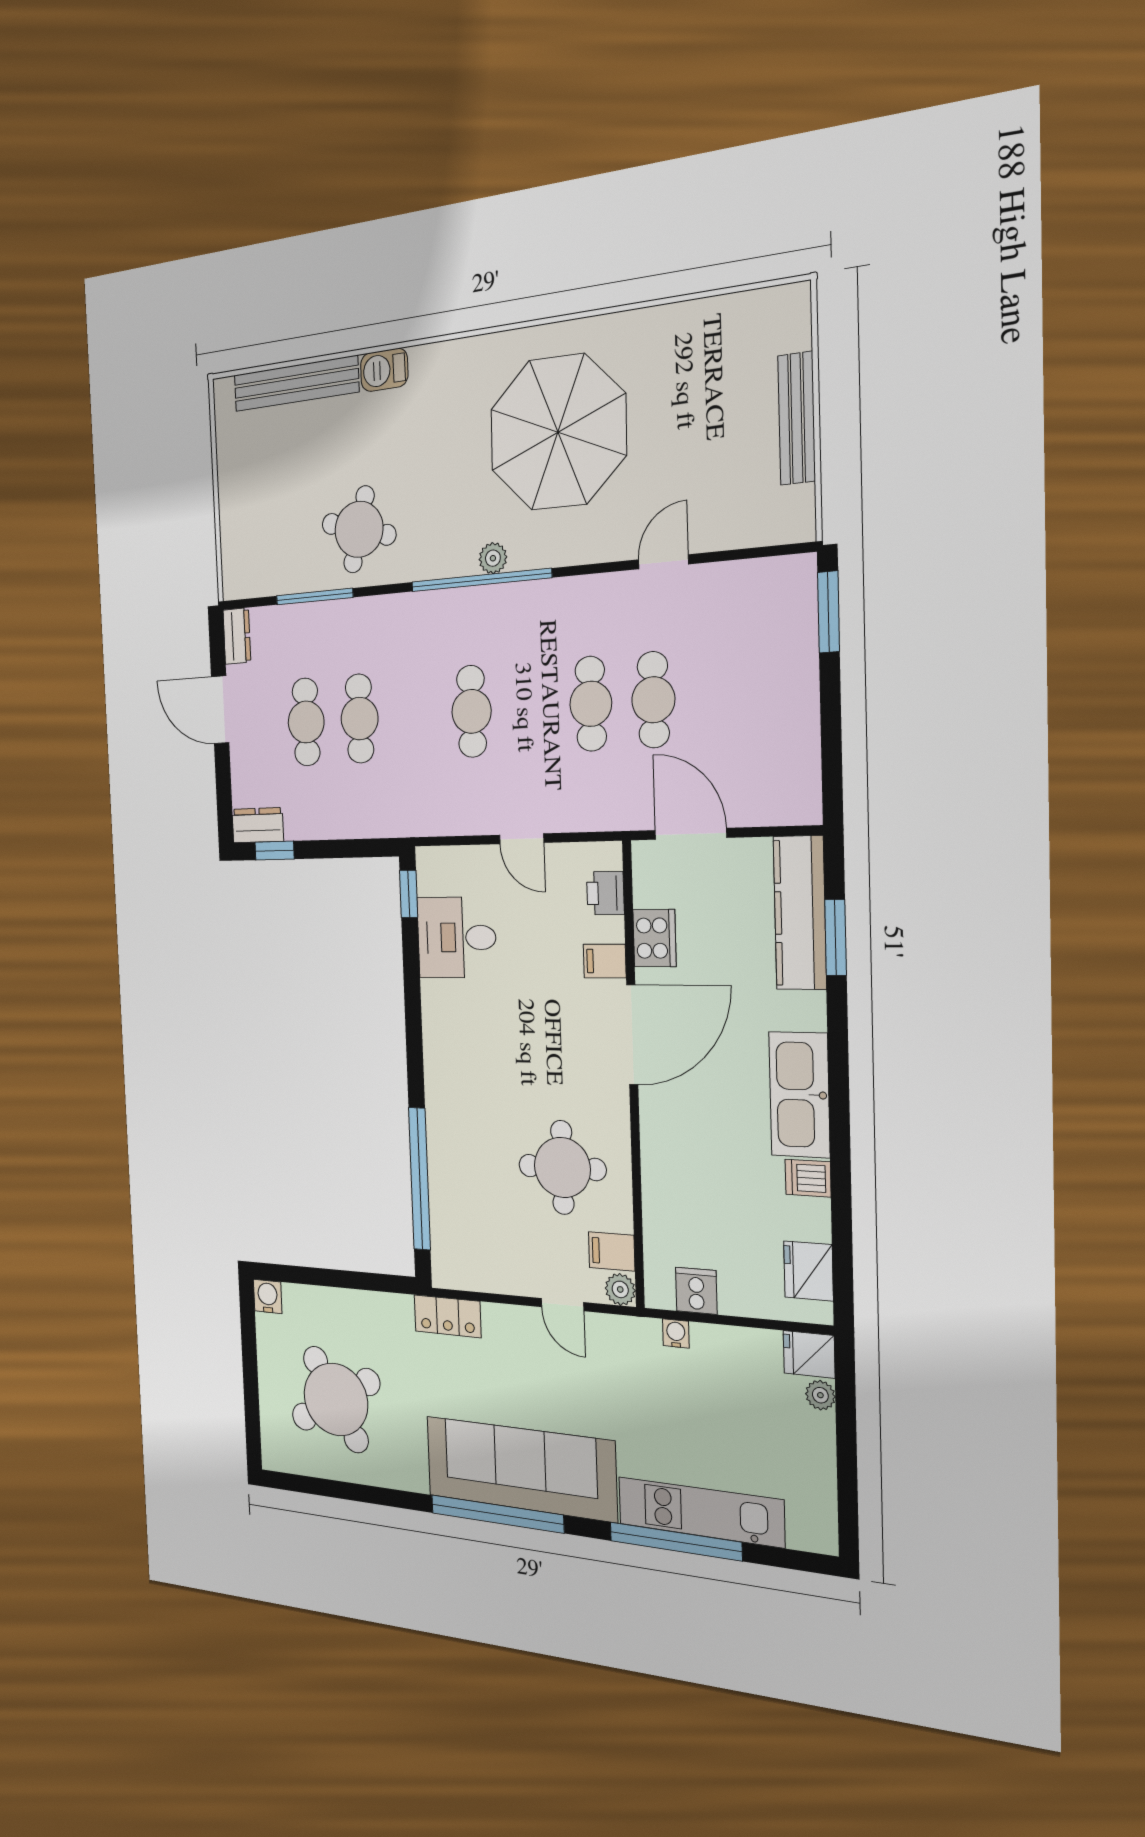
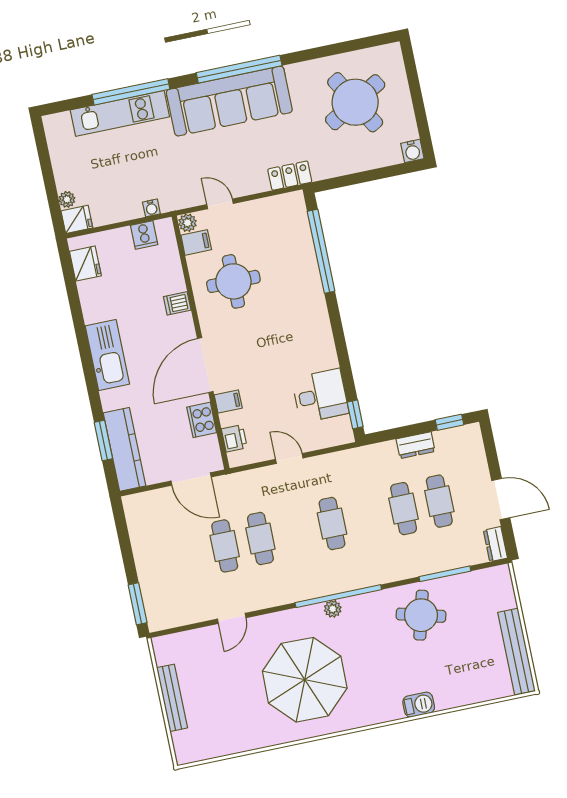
bench: (296, 384) -> (516, 652), moved, turned 90
dresser: (258, 825) -> (416, 445), moved
dishwasher: (808, 1178) -> (177, 303), moved, turned 180

